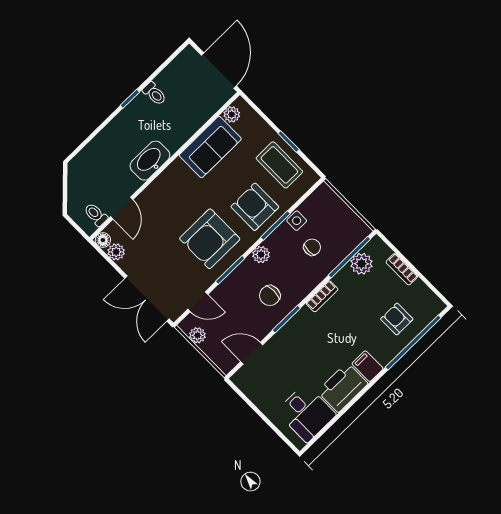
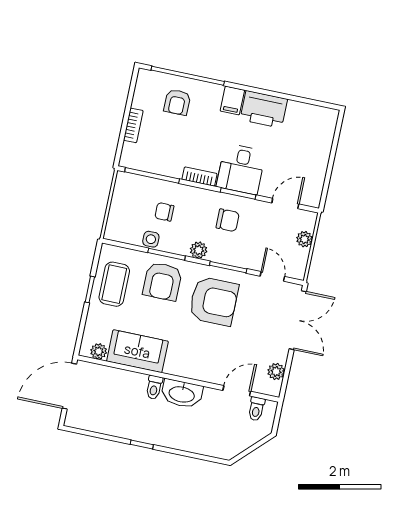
toilet: (154, 94) -> (154, 387), moved, turned 180
floor lamp: (103, 240) -> (274, 389), removed
plant: (361, 264) -> (151, 162), removed
plant: (197, 335) -> (304, 239), moved
door: (252, 353) -> (285, 203), swing flipped
desk: (306, 413) -> (241, 169), moved, turned 180

